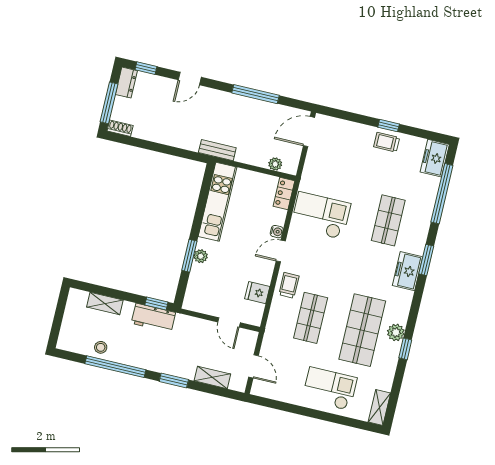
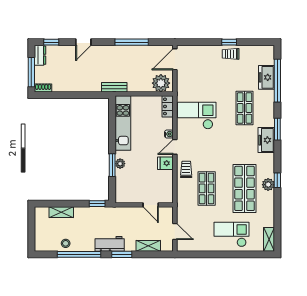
freezer: (435, 158) -> (267, 77), moved
plant: (275, 164) -> (161, 83), width x1.88, depth x1.88
fridge: (257, 293) -> (165, 163), moved
workbench: (153, 318) -> (110, 244), moved, turned 180
window: (405, 349) -> (277, 180), moved

